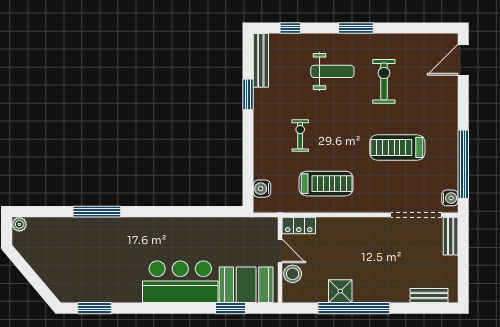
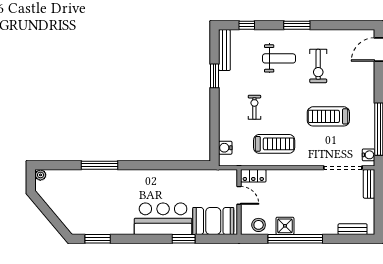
exercise bike: (384, 81) -> (318, 66), turned 180
stool: (293, 274) -> (259, 225), moved
window: (231, 308) -> (184, 239), moved

